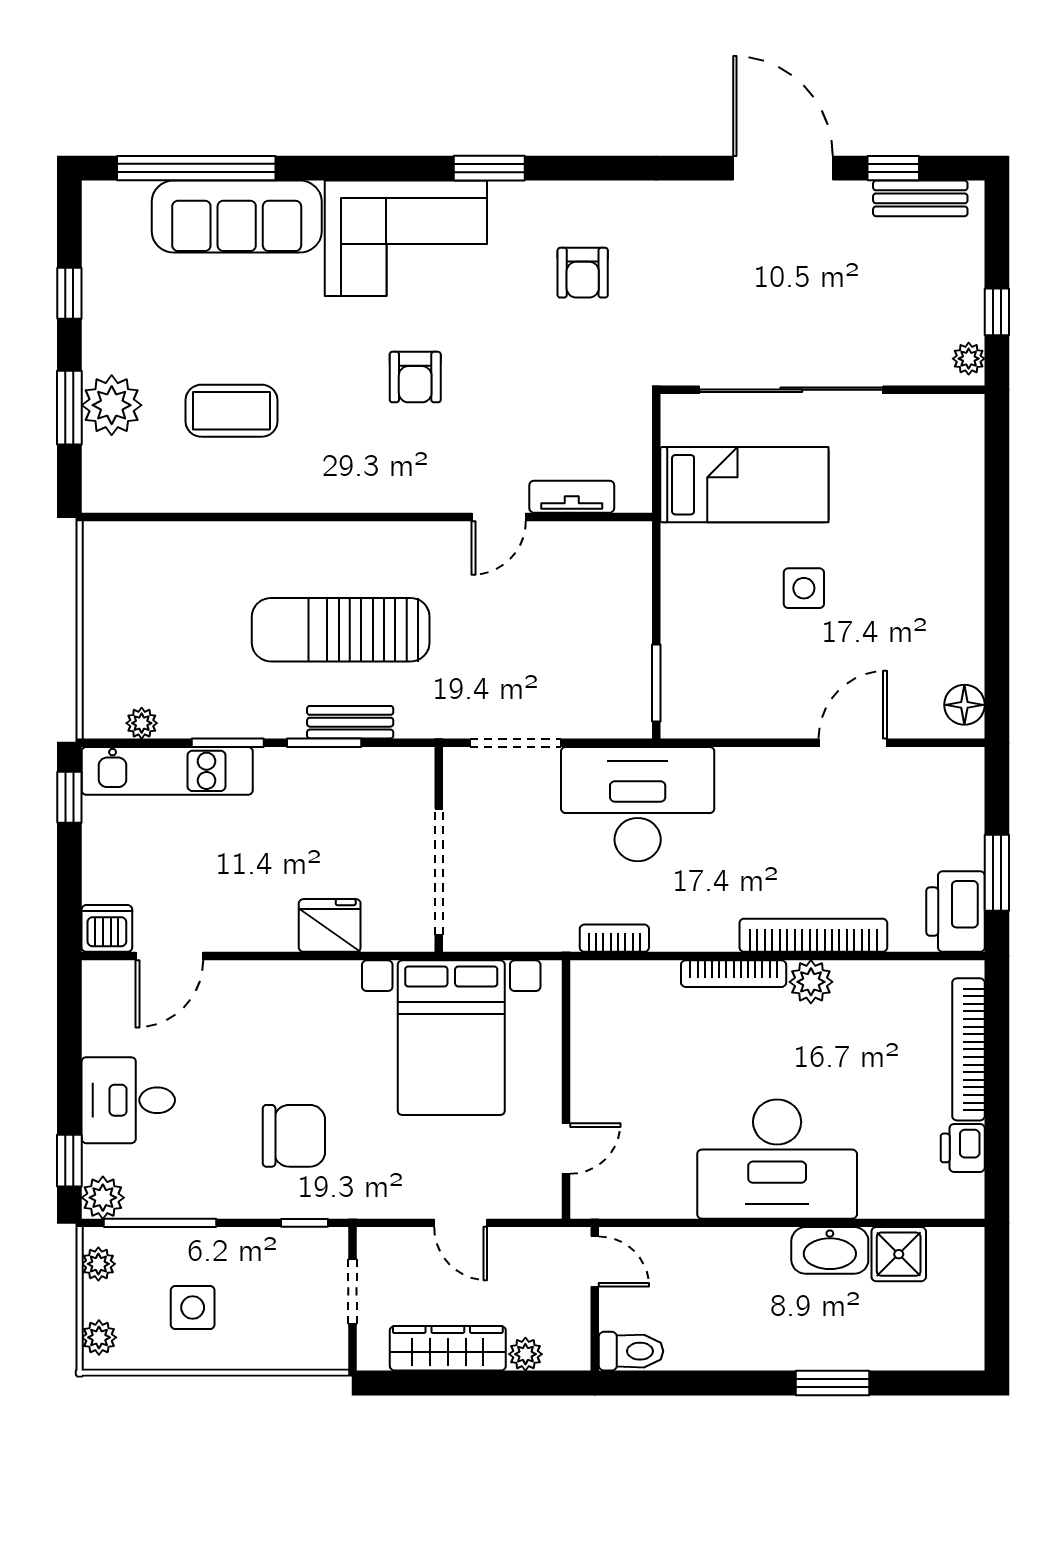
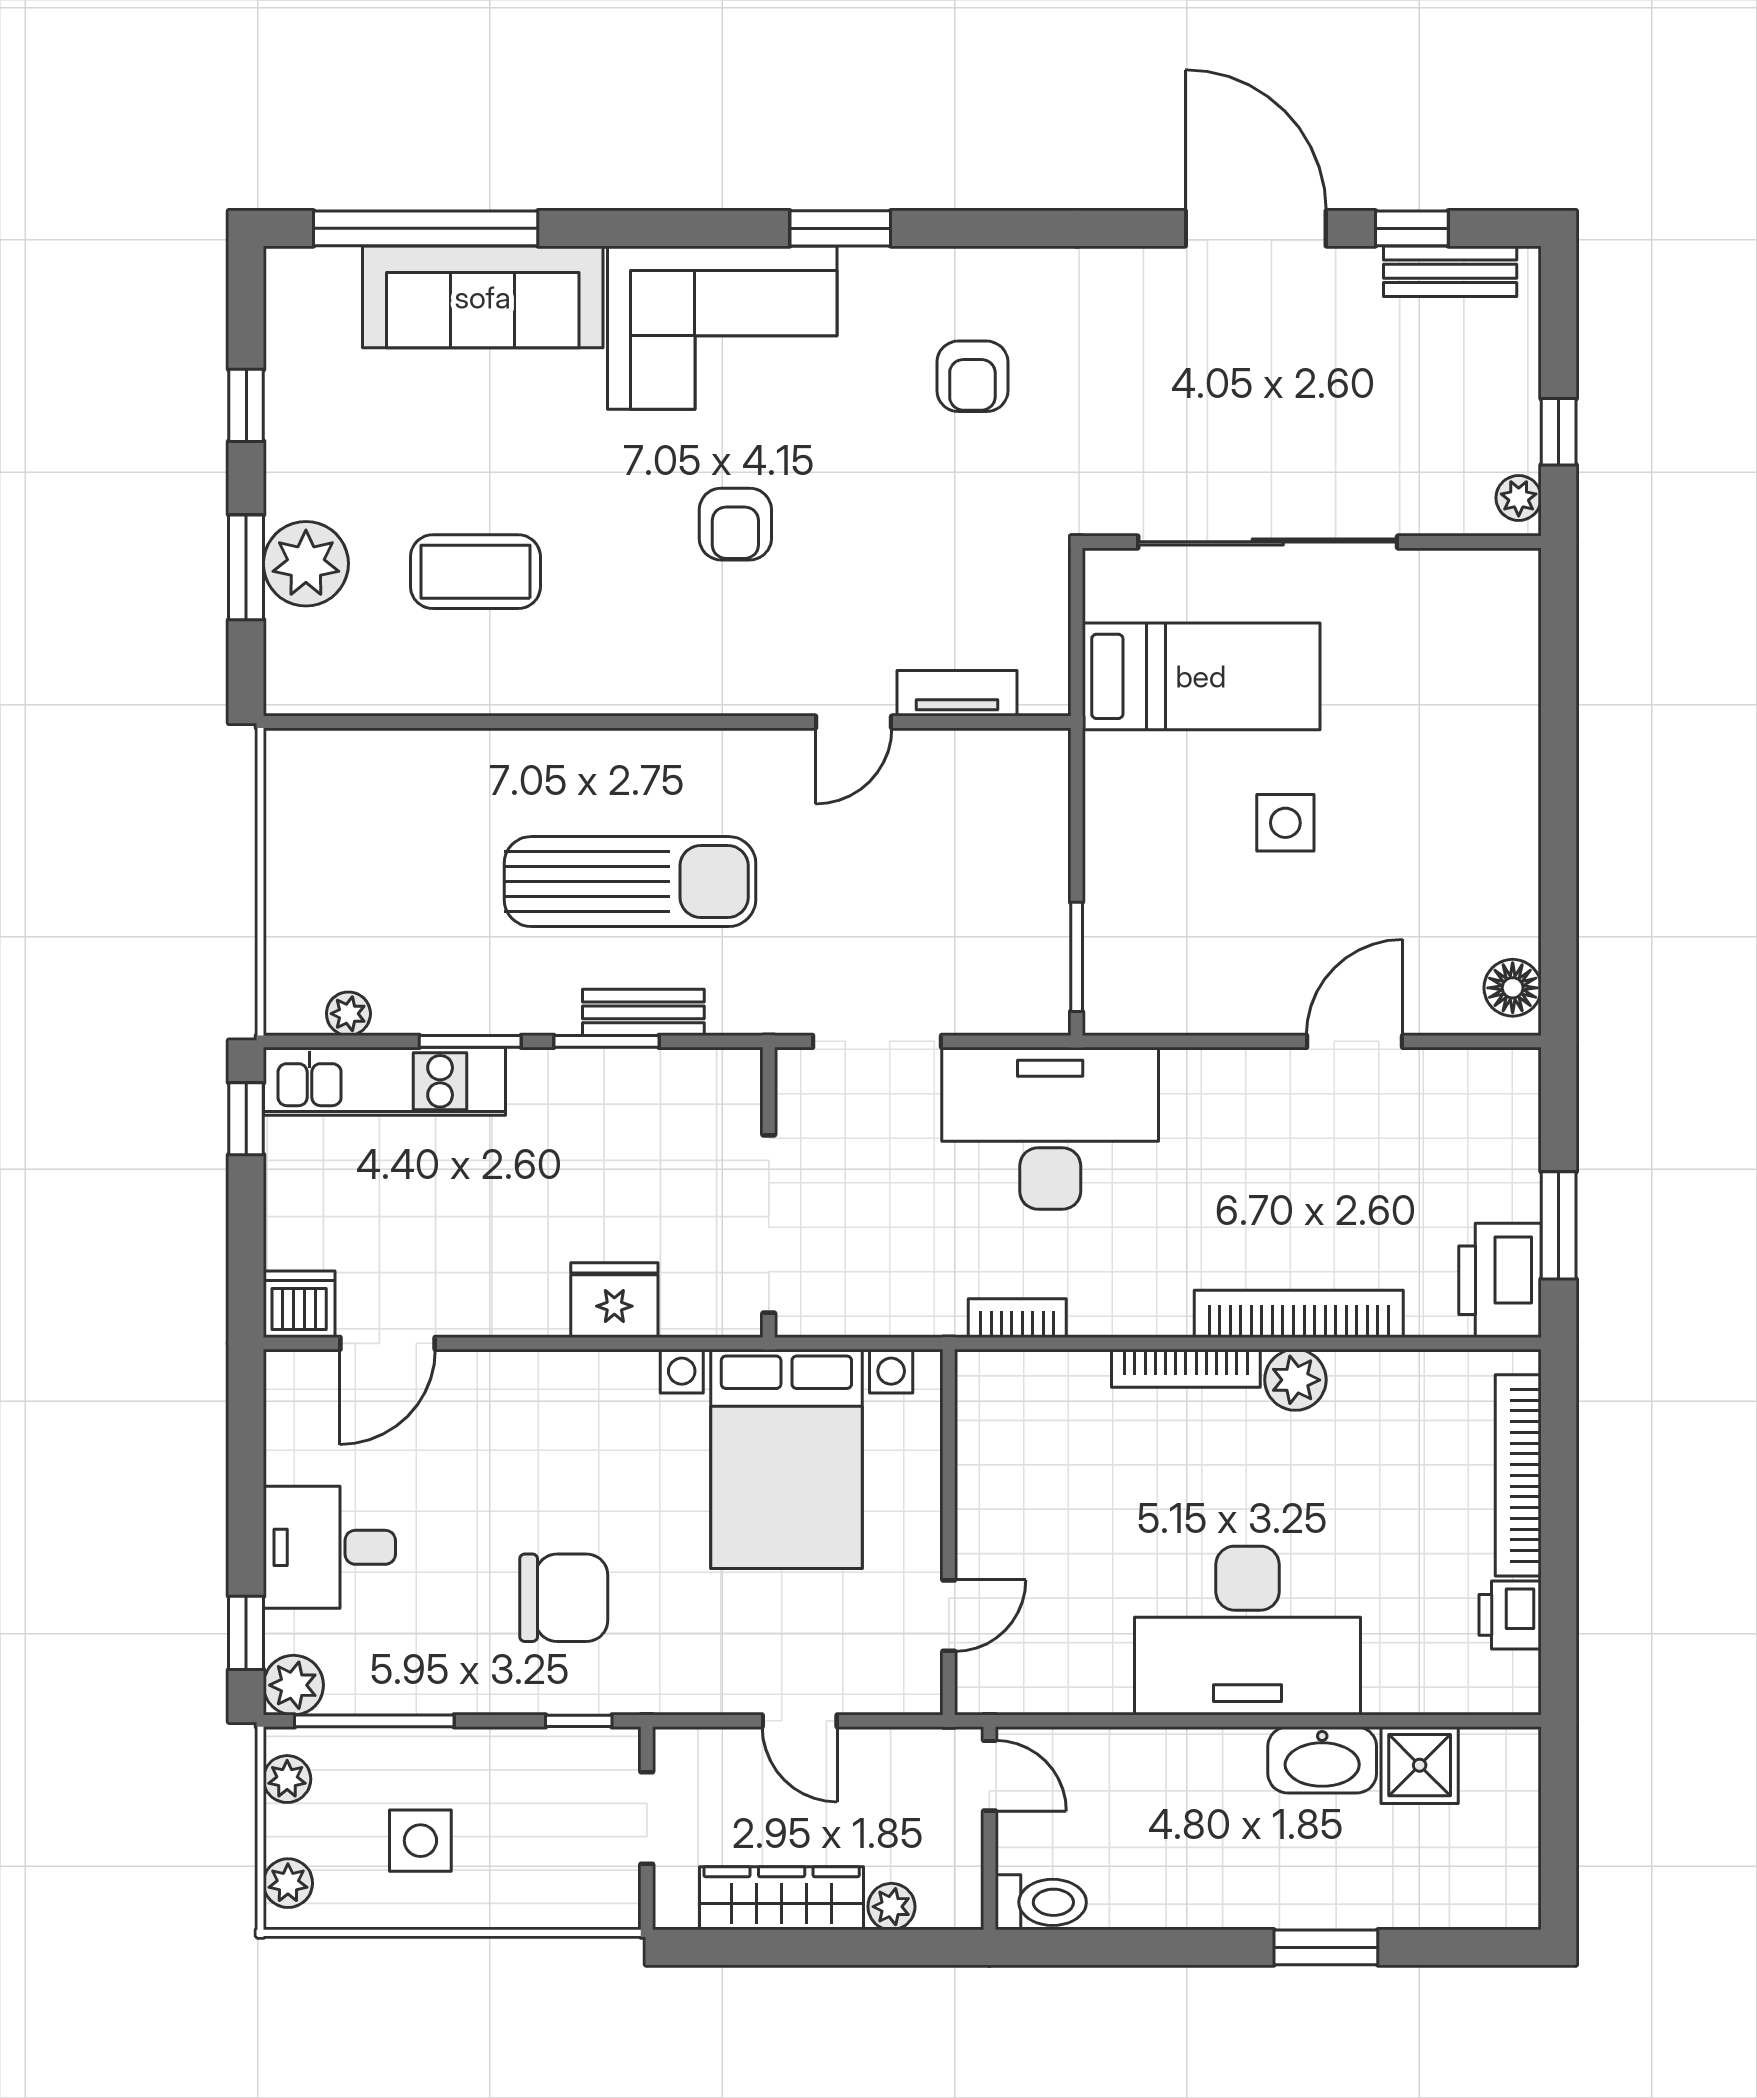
sun lounger: (341, 630) -> (630, 882), turned 180

